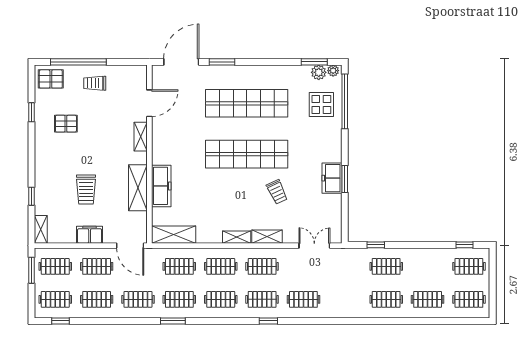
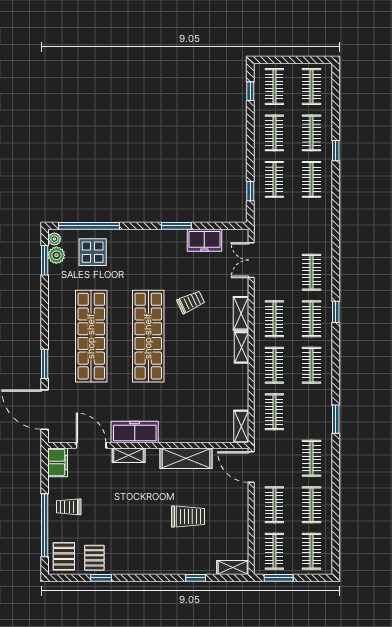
trolley: (95, 83) -> (69, 507), turned 90
pallet: (66, 124) -> (94, 558), moved
freezer: (332, 178) -> (204, 240), moved
freezer: (161, 186) -> (135, 432), moved
filing cabinet: (90, 235) -> (58, 462), moved, turned 180
shelving: (174, 235) -> (241, 426), width x0.67, depth x0.75
door: (130, 246) -> (251, 467), swing flipped
clothes rail: (179, 299) -> (274, 133), moved
window: (60, 321) -> (336, 151), moved

